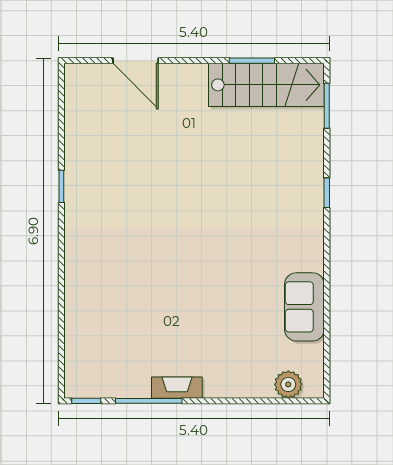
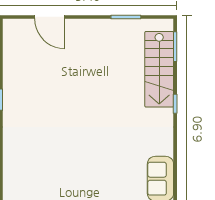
stairs: (266, 85) -> (159, 69), moved, turned 90

